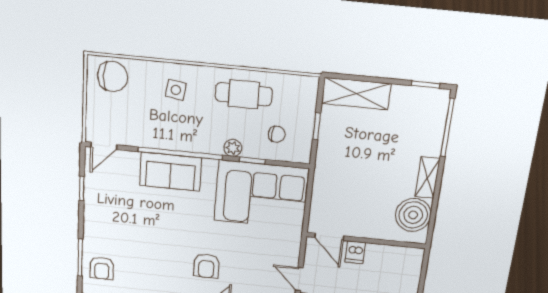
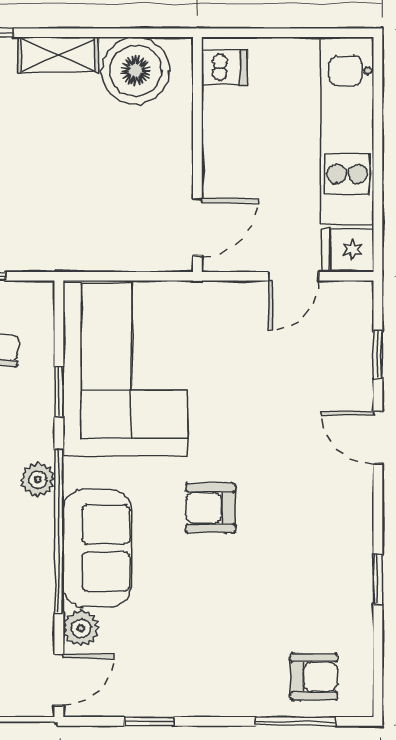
door: (104, 146) -> (59, 680), hinge flipped
plant: (233, 148) -> (38, 480), moved
plant: (130, 160) -> (81, 628), added
dishwasher: (355, 252) -> (224, 68), moved
armchair: (206, 266) -> (211, 508), moved, turned 180

